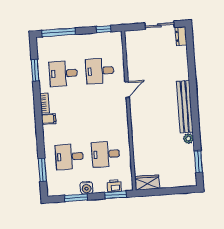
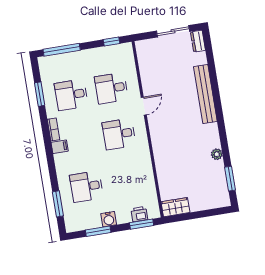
bench: (185, 107) -> (205, 94), moved
desk: (106, 154) -> (119, 134), moved

